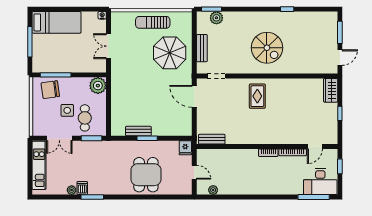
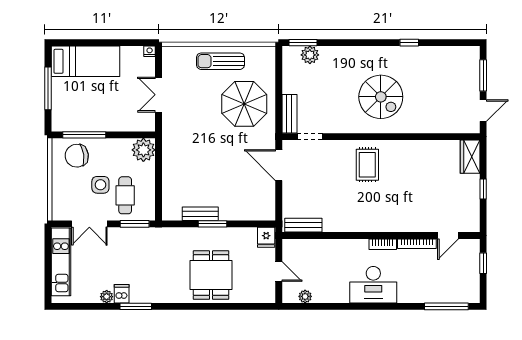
bench: (202, 48) -> (289, 114), moved
desk: (320, 182) -> (373, 285), moved

